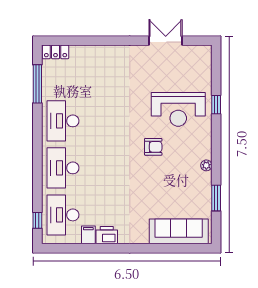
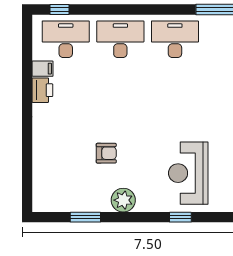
window: (216, 105) -> (180, 217), moved
armchair: (153, 147) -> (106, 153), moved, turned -90
plant: (206, 165) -> (123, 200), width x1.88, depth x1.88
sofa: (179, 231) -> (47, 174), removed

